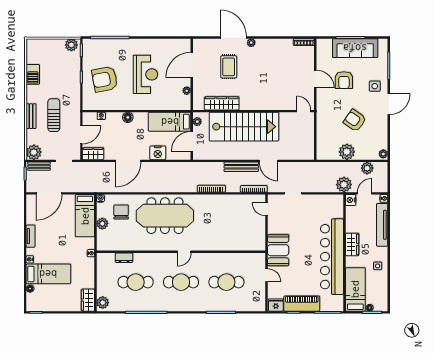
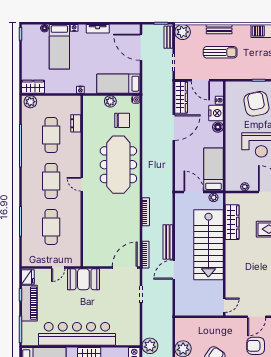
nightstand: (158, 153) -> (216, 113), moved, turned 180
wardrobe: (93, 154) -> (181, 97), width x1.50
door: (128, 161) -> (174, 128), swing flipped
door: (266, 209) -> (125, 268), width x1.88

